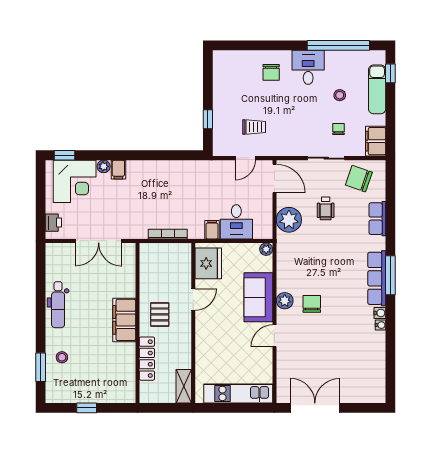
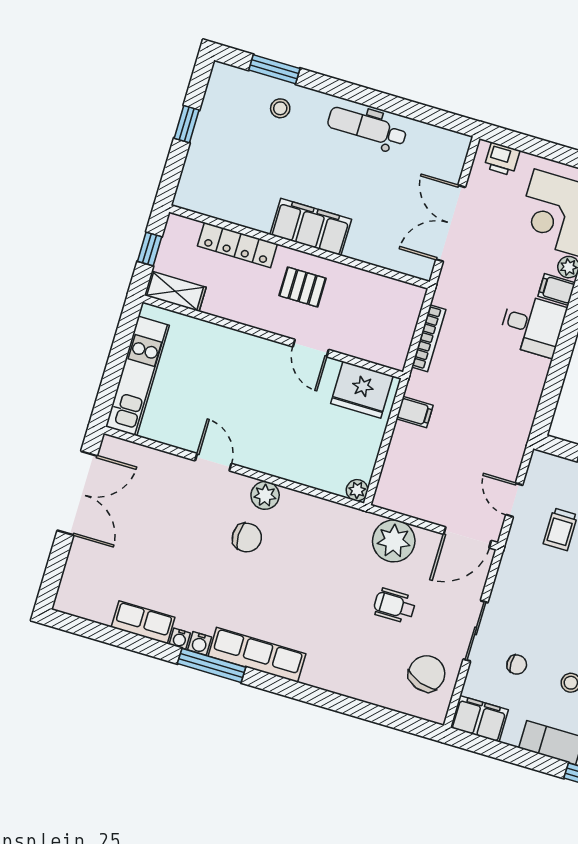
row of seats: (377, 219) -> (143, 622), moved
desk: (236, 222) -> (532, 325), moved, turned 180
window: (390, 275) -> (211, 665), moved
sofa: (258, 297) -> (283, 454), removed
window: (164, 408) -> (150, 249), added

